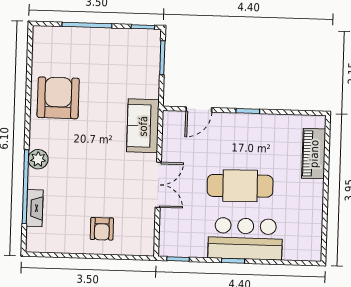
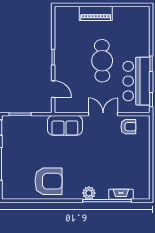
armchair: (58, 98) -> (48, 181), turned 180
piano: (314, 154) -> (96, 13), moved
armchair: (102, 229) -> (128, 127), moved
bar counter: (245, 239) -> (136, 81), moved

